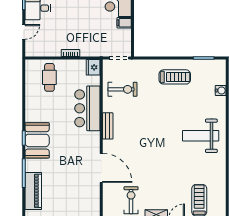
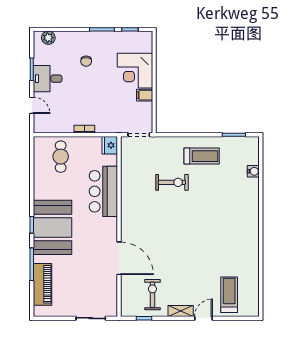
door: (24, 32) -> (32, 105), hinge flipped
exercise bike: (122, 89) -> (172, 182), moved
bench: (108, 126) -> (126, 211), removed
weight bench: (201, 136) -> (231, 222), removed
booth: (37, 140) -> (52, 227), width x1.36, depth x1.42

